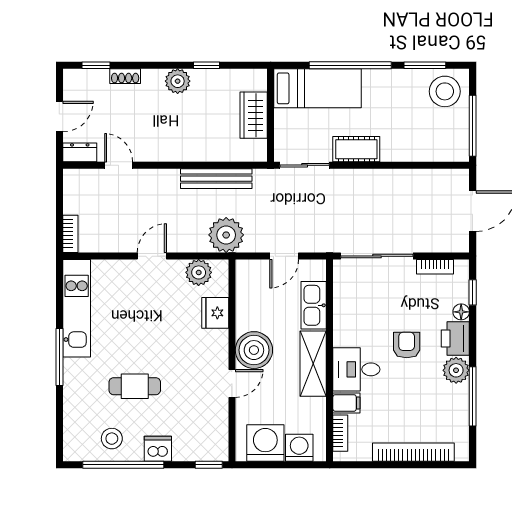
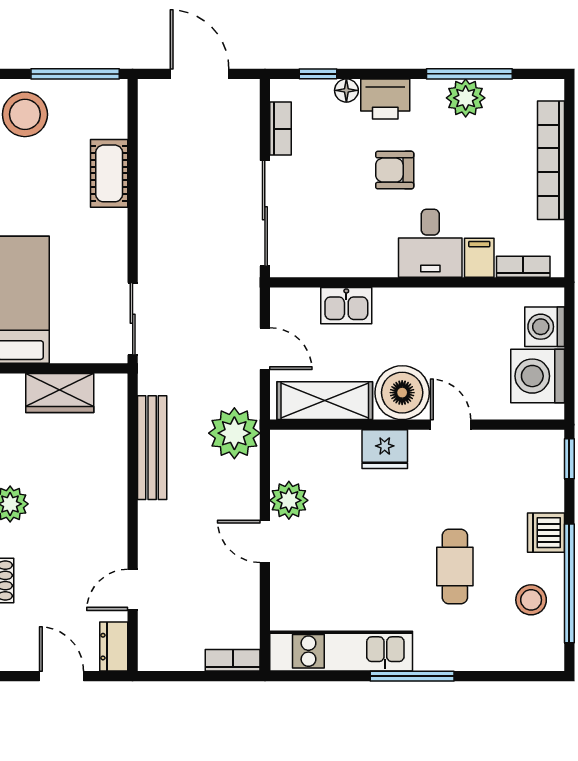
cot: (356, 149) -> (109, 173), moved
plant: (199, 272) -> (289, 500), moved
kitchen sink: (314, 305) -> (346, 306), width x0.73
fridge: (215, 313) -> (385, 449), moved
shelving: (313, 364) -> (325, 401), moved
plant: (456, 370) -> (466, 98), moved

